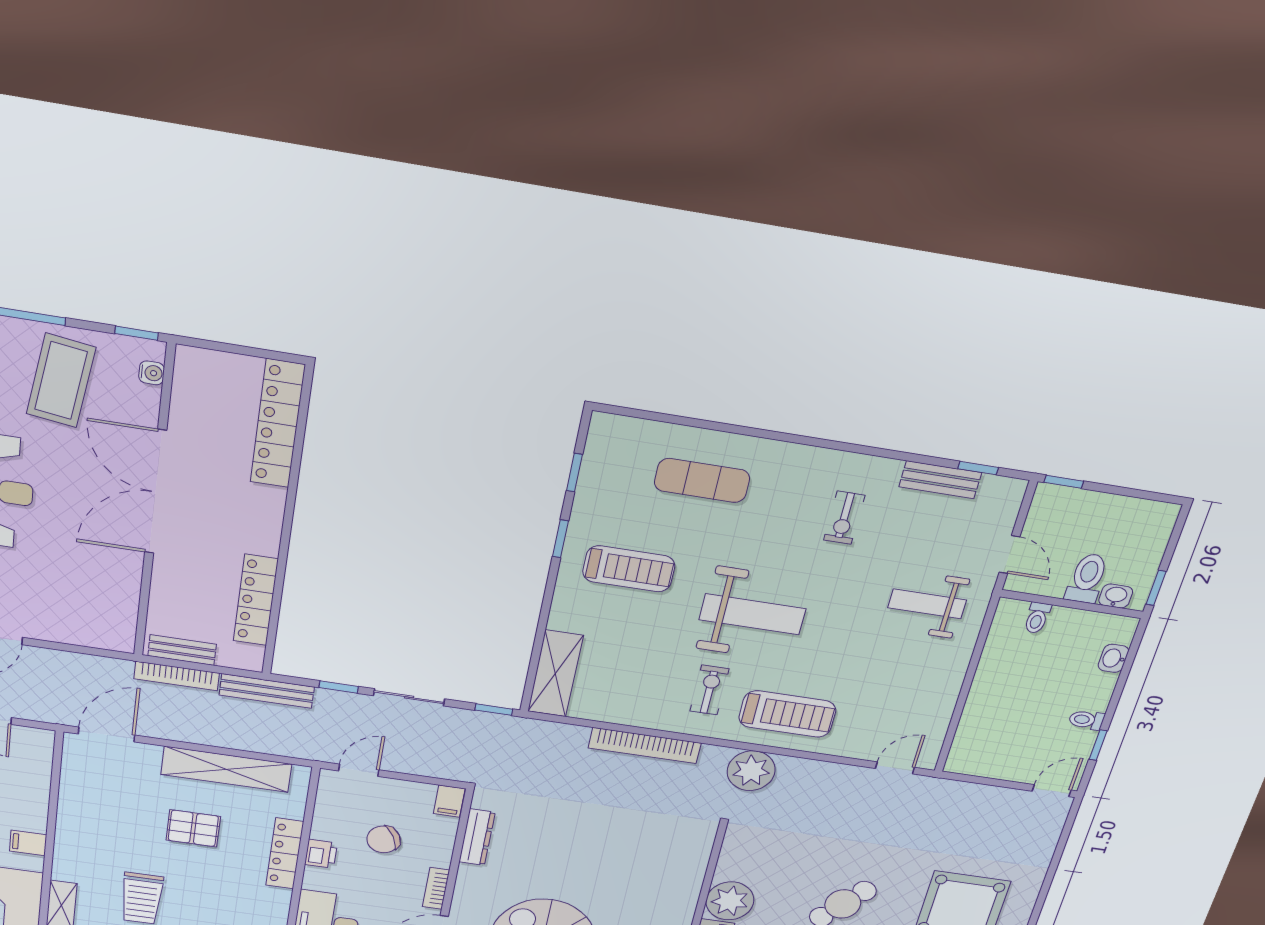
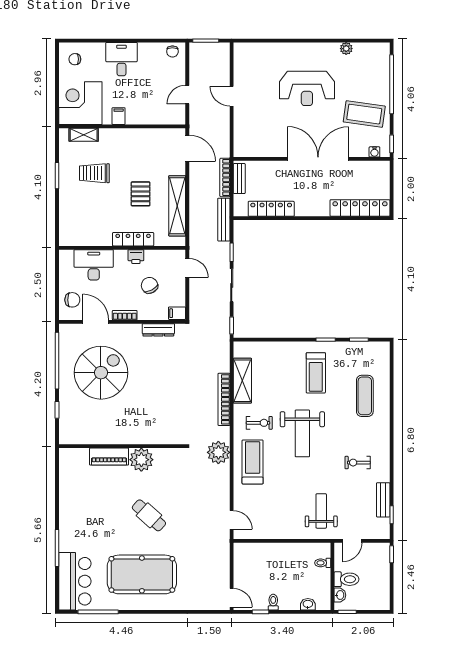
shelving: (555, 674) -> (242, 381), moved, turned 90
treadmill: (787, 714) -> (253, 462), turned 180

